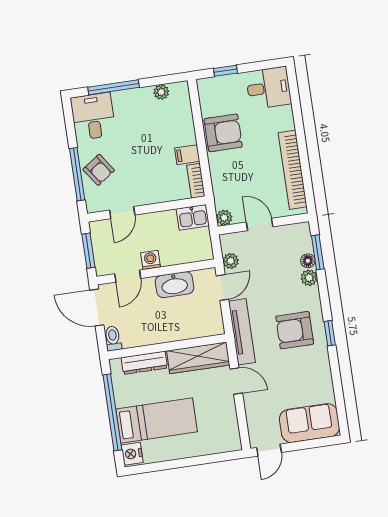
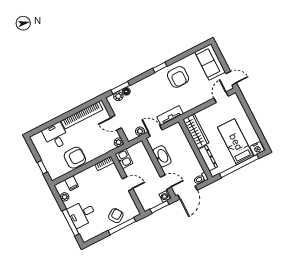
desk: (269, 88) -> (56, 136), moved
desk: (93, 116) -> (82, 214), moved
armchair: (223, 133) -> (75, 158), turned 90
filing cabinet: (187, 155) -> (72, 183), moved
door: (122, 213) -> (128, 184), moved
door: (260, 224) -> (116, 123), hinge flipped
washing machine: (150, 260) -> (165, 196), moved
plant: (309, 278) -> (118, 96), moved
armchair: (295, 330) -> (178, 77), moved
tv unit: (242, 332) -> (170, 115), width x0.71
door: (236, 381) -> (221, 97), moved

